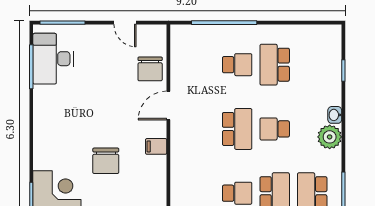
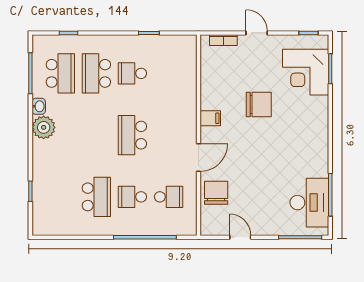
washbasin: (335, 115) -> (39, 106), moved
school desk: (275, 129) -> (169, 197), moved
chair: (106, 161) -> (259, 104), turned 90

